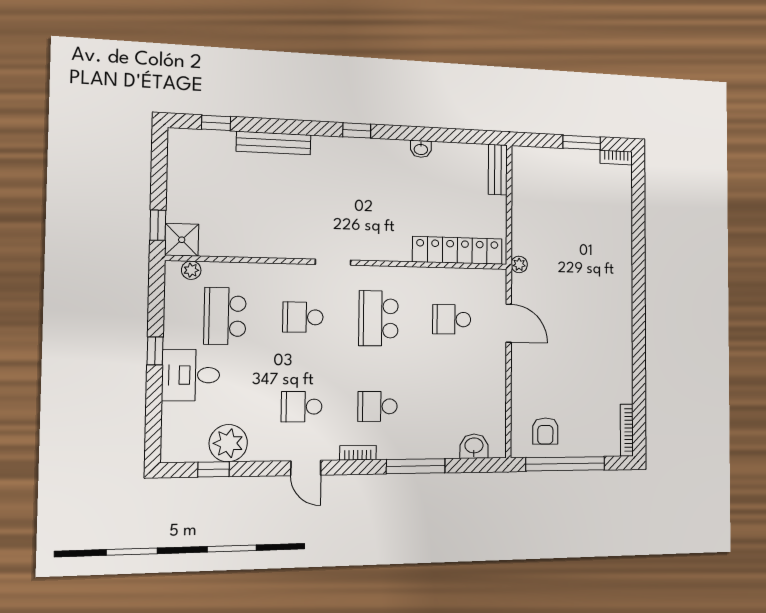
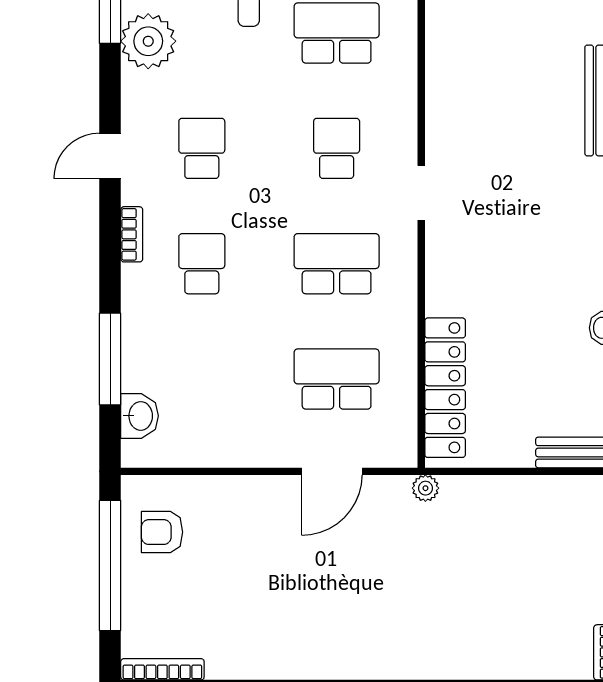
school desk: (452, 319) -> (337, 379), width x1.85
window: (416, 466) -> (110, 359), moved

